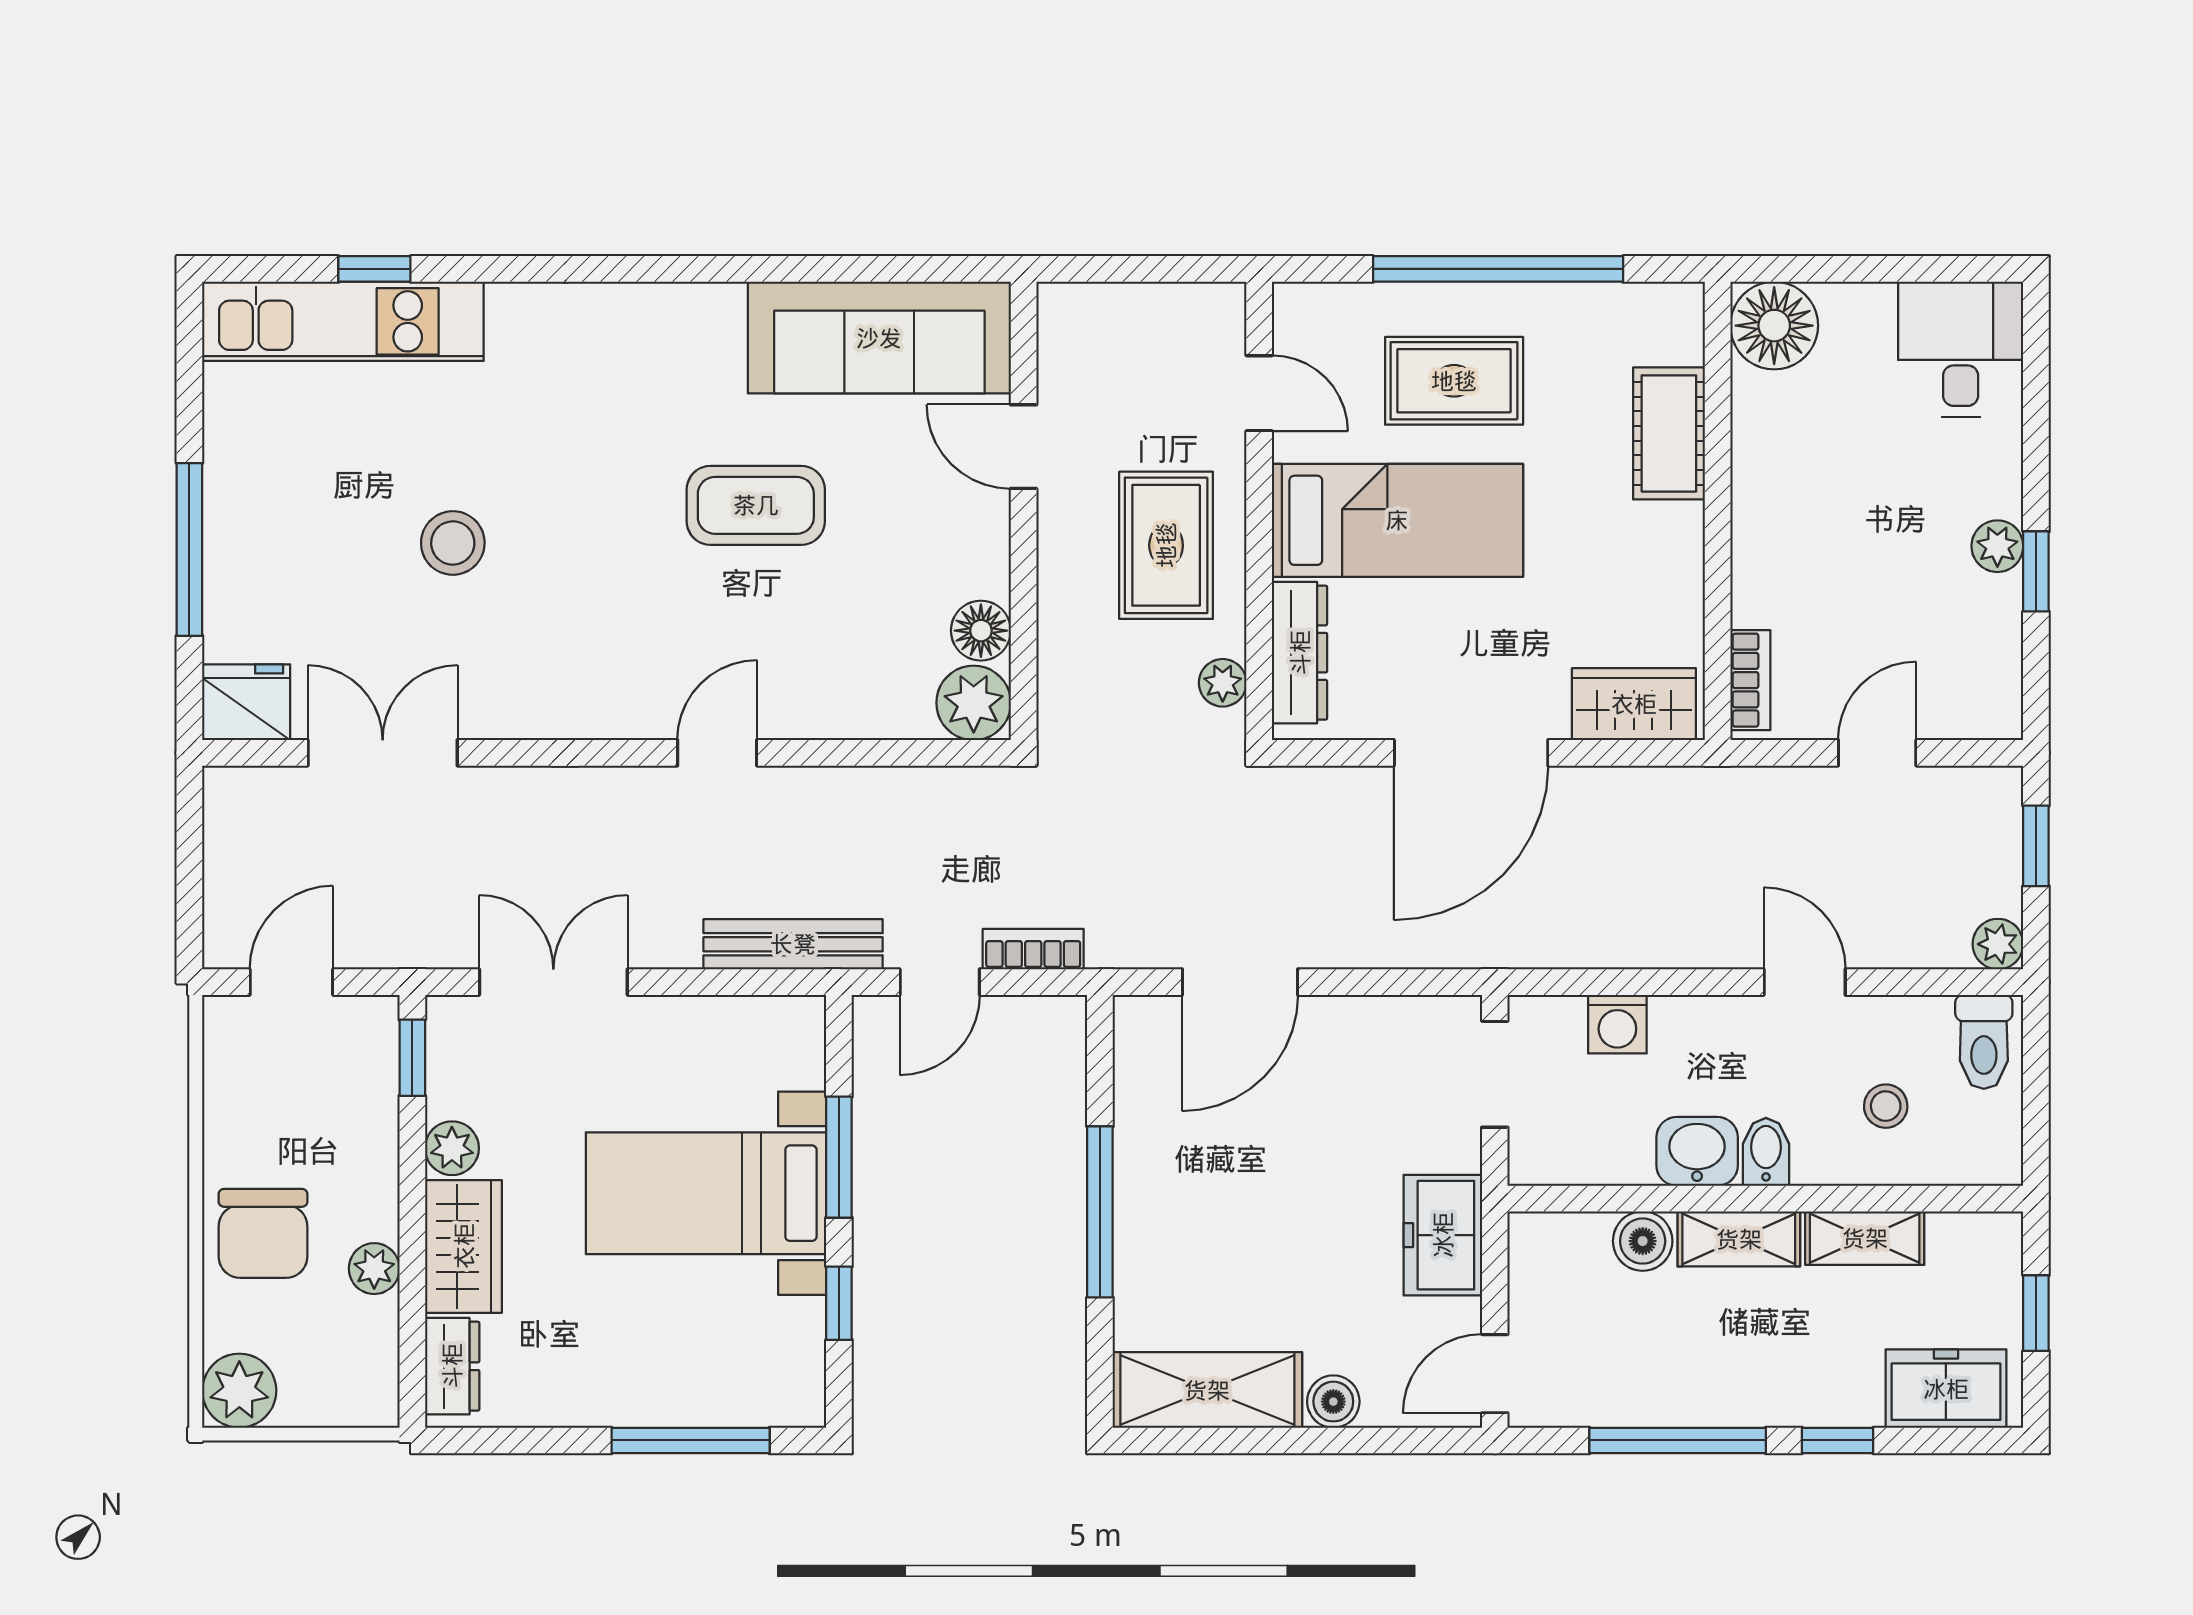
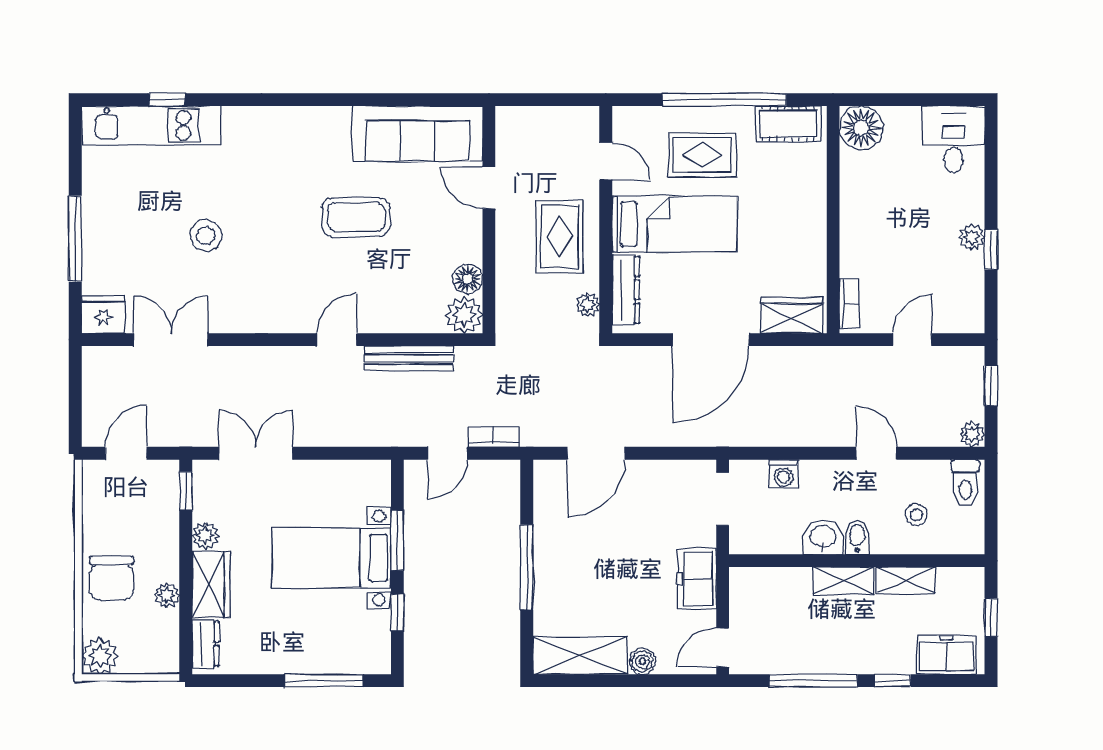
cot: (1669, 433) -> (788, 124), moved, turned 90
bench: (793, 944) -> (409, 358), moved
boiler: (1643, 1241) -> (796, 582), removed

